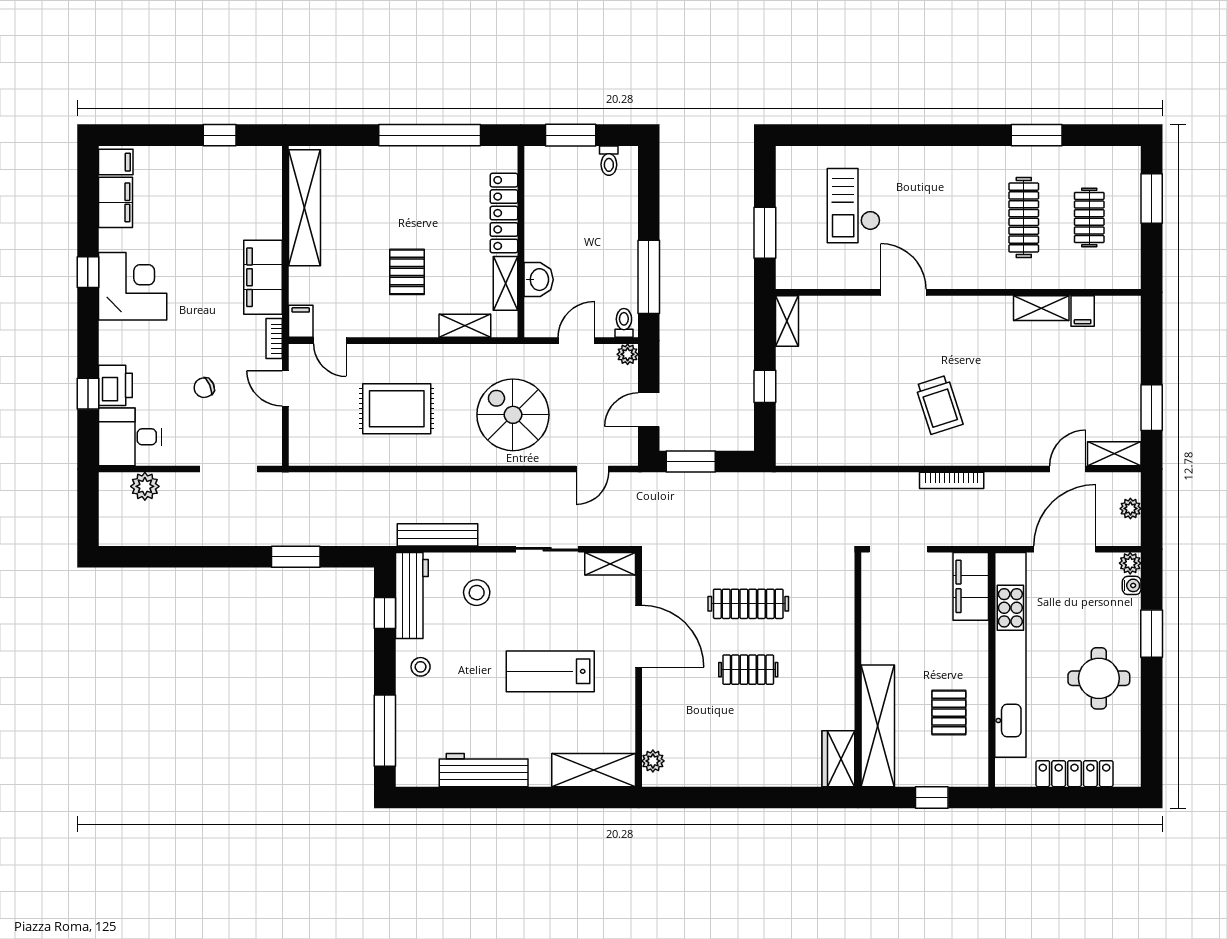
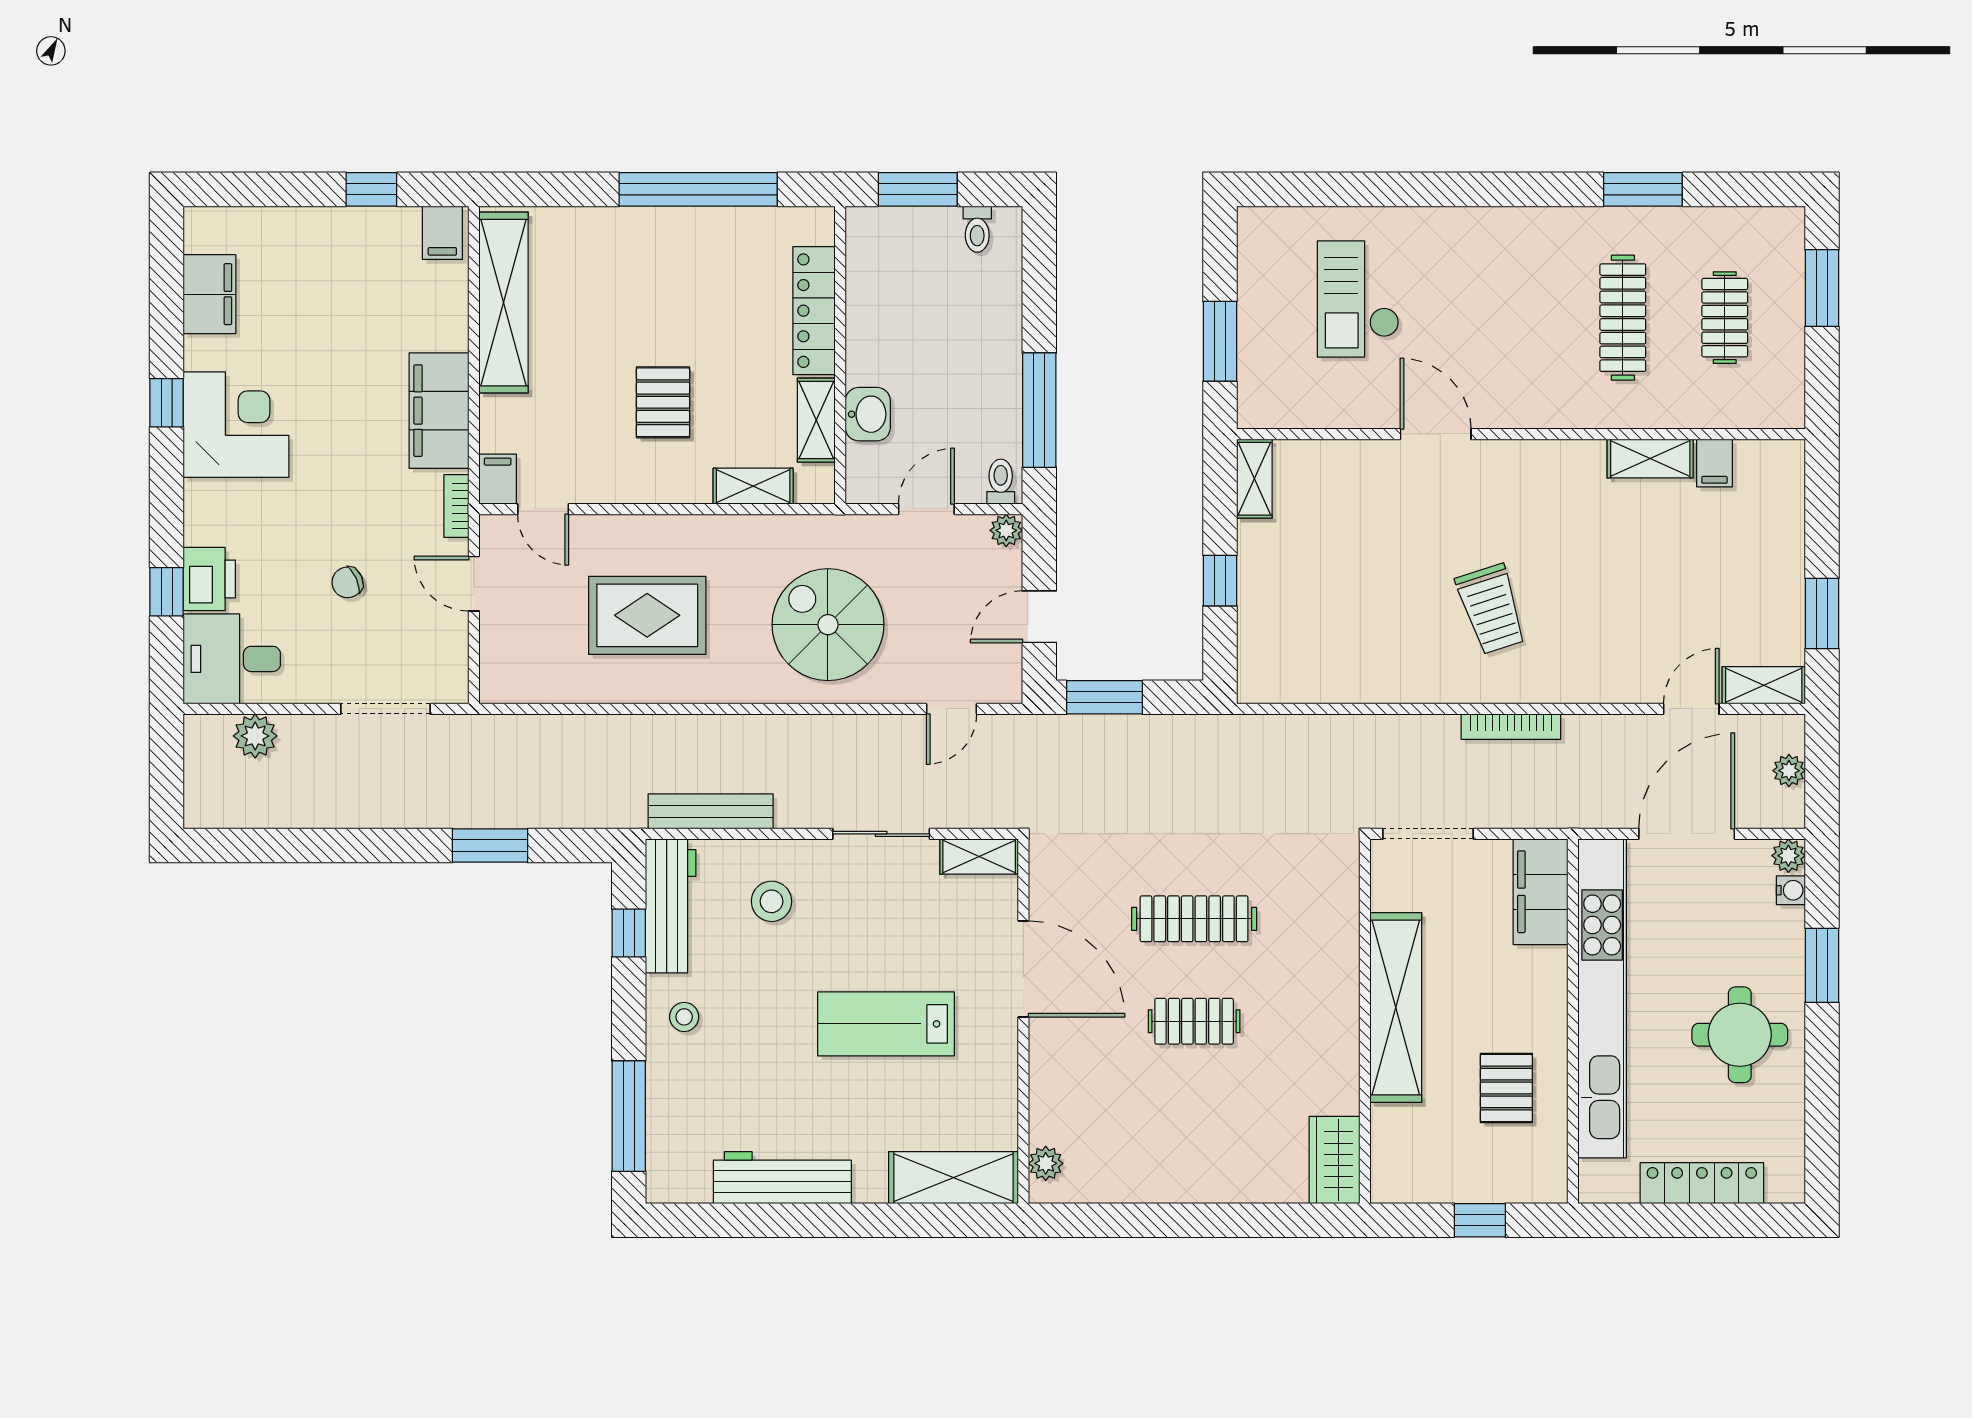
filing cabinet: (116, 162) -> (442, 233), moved, turned 90
shelving: (878, 726) -> (1396, 1007), moved

